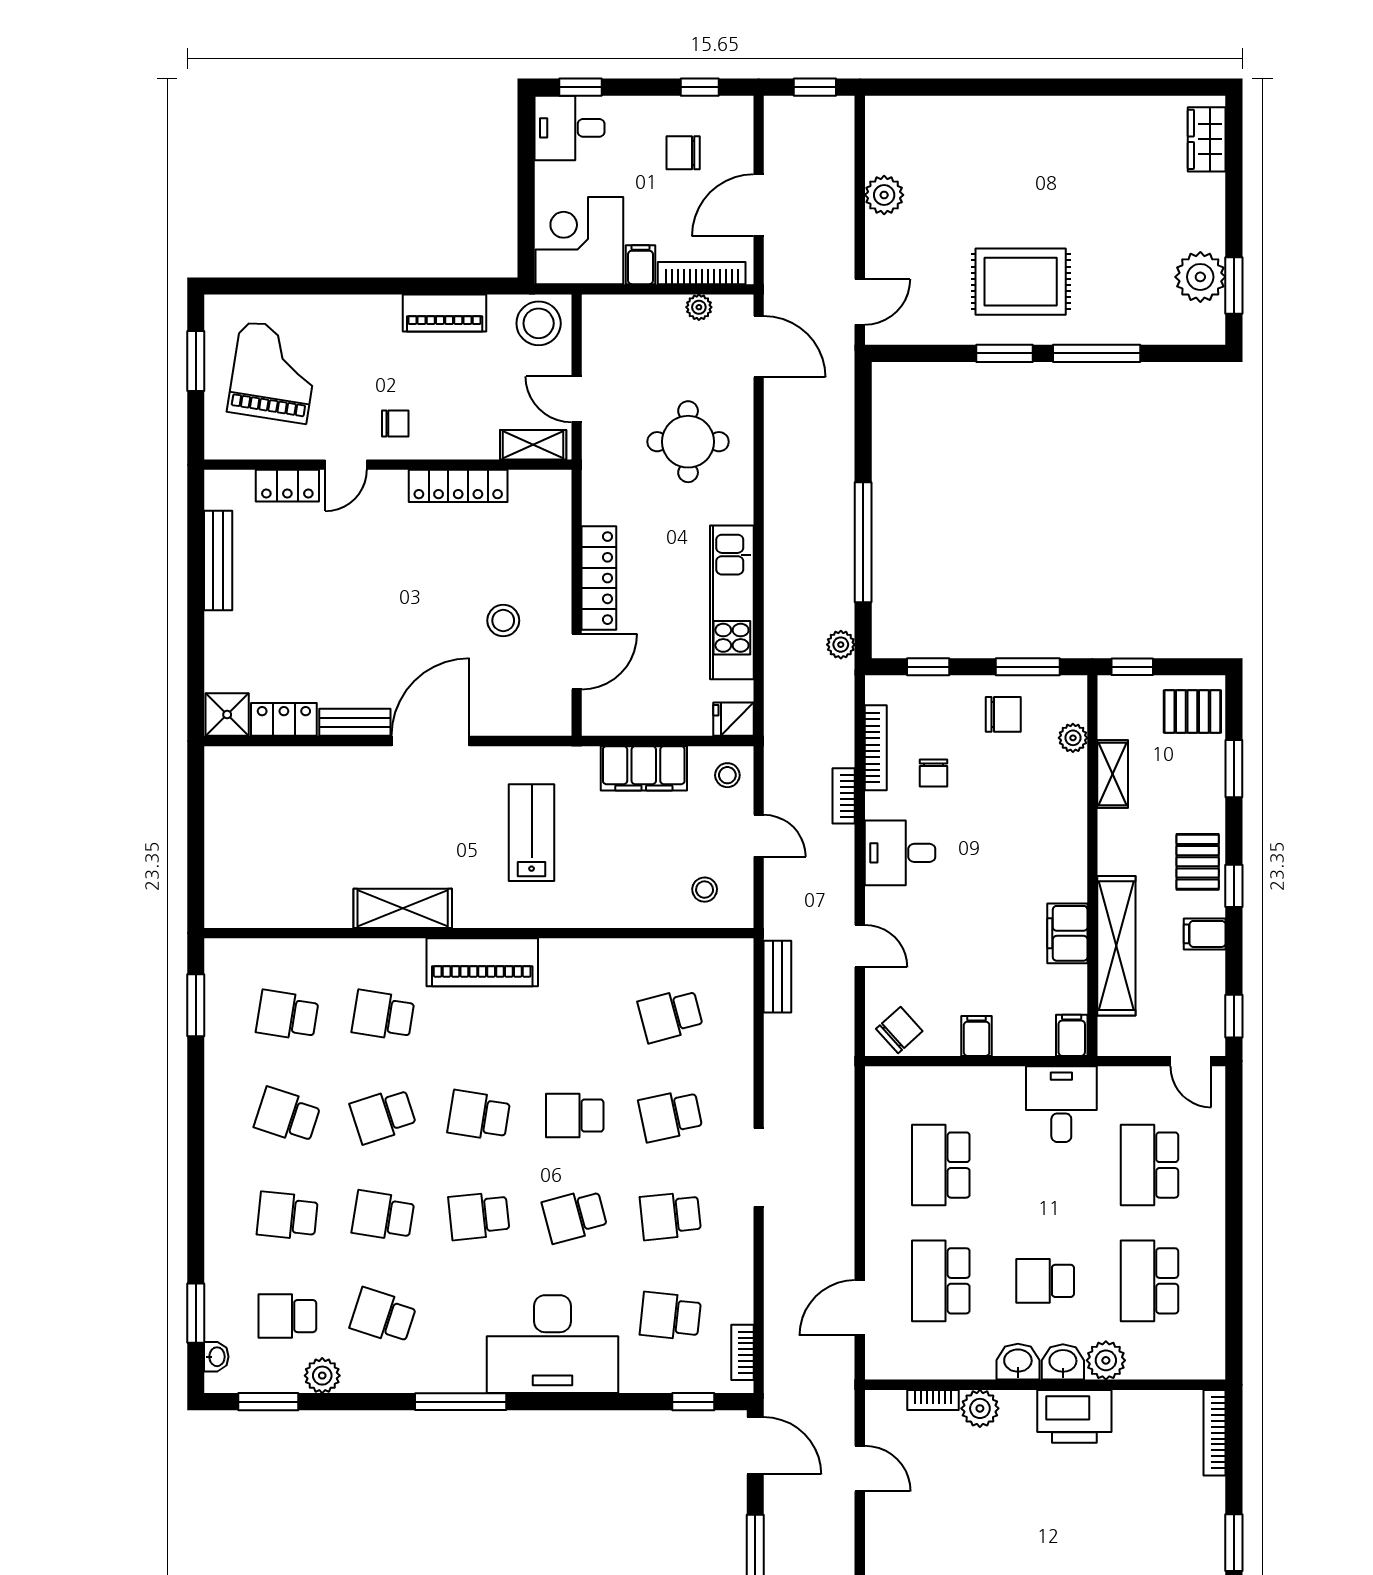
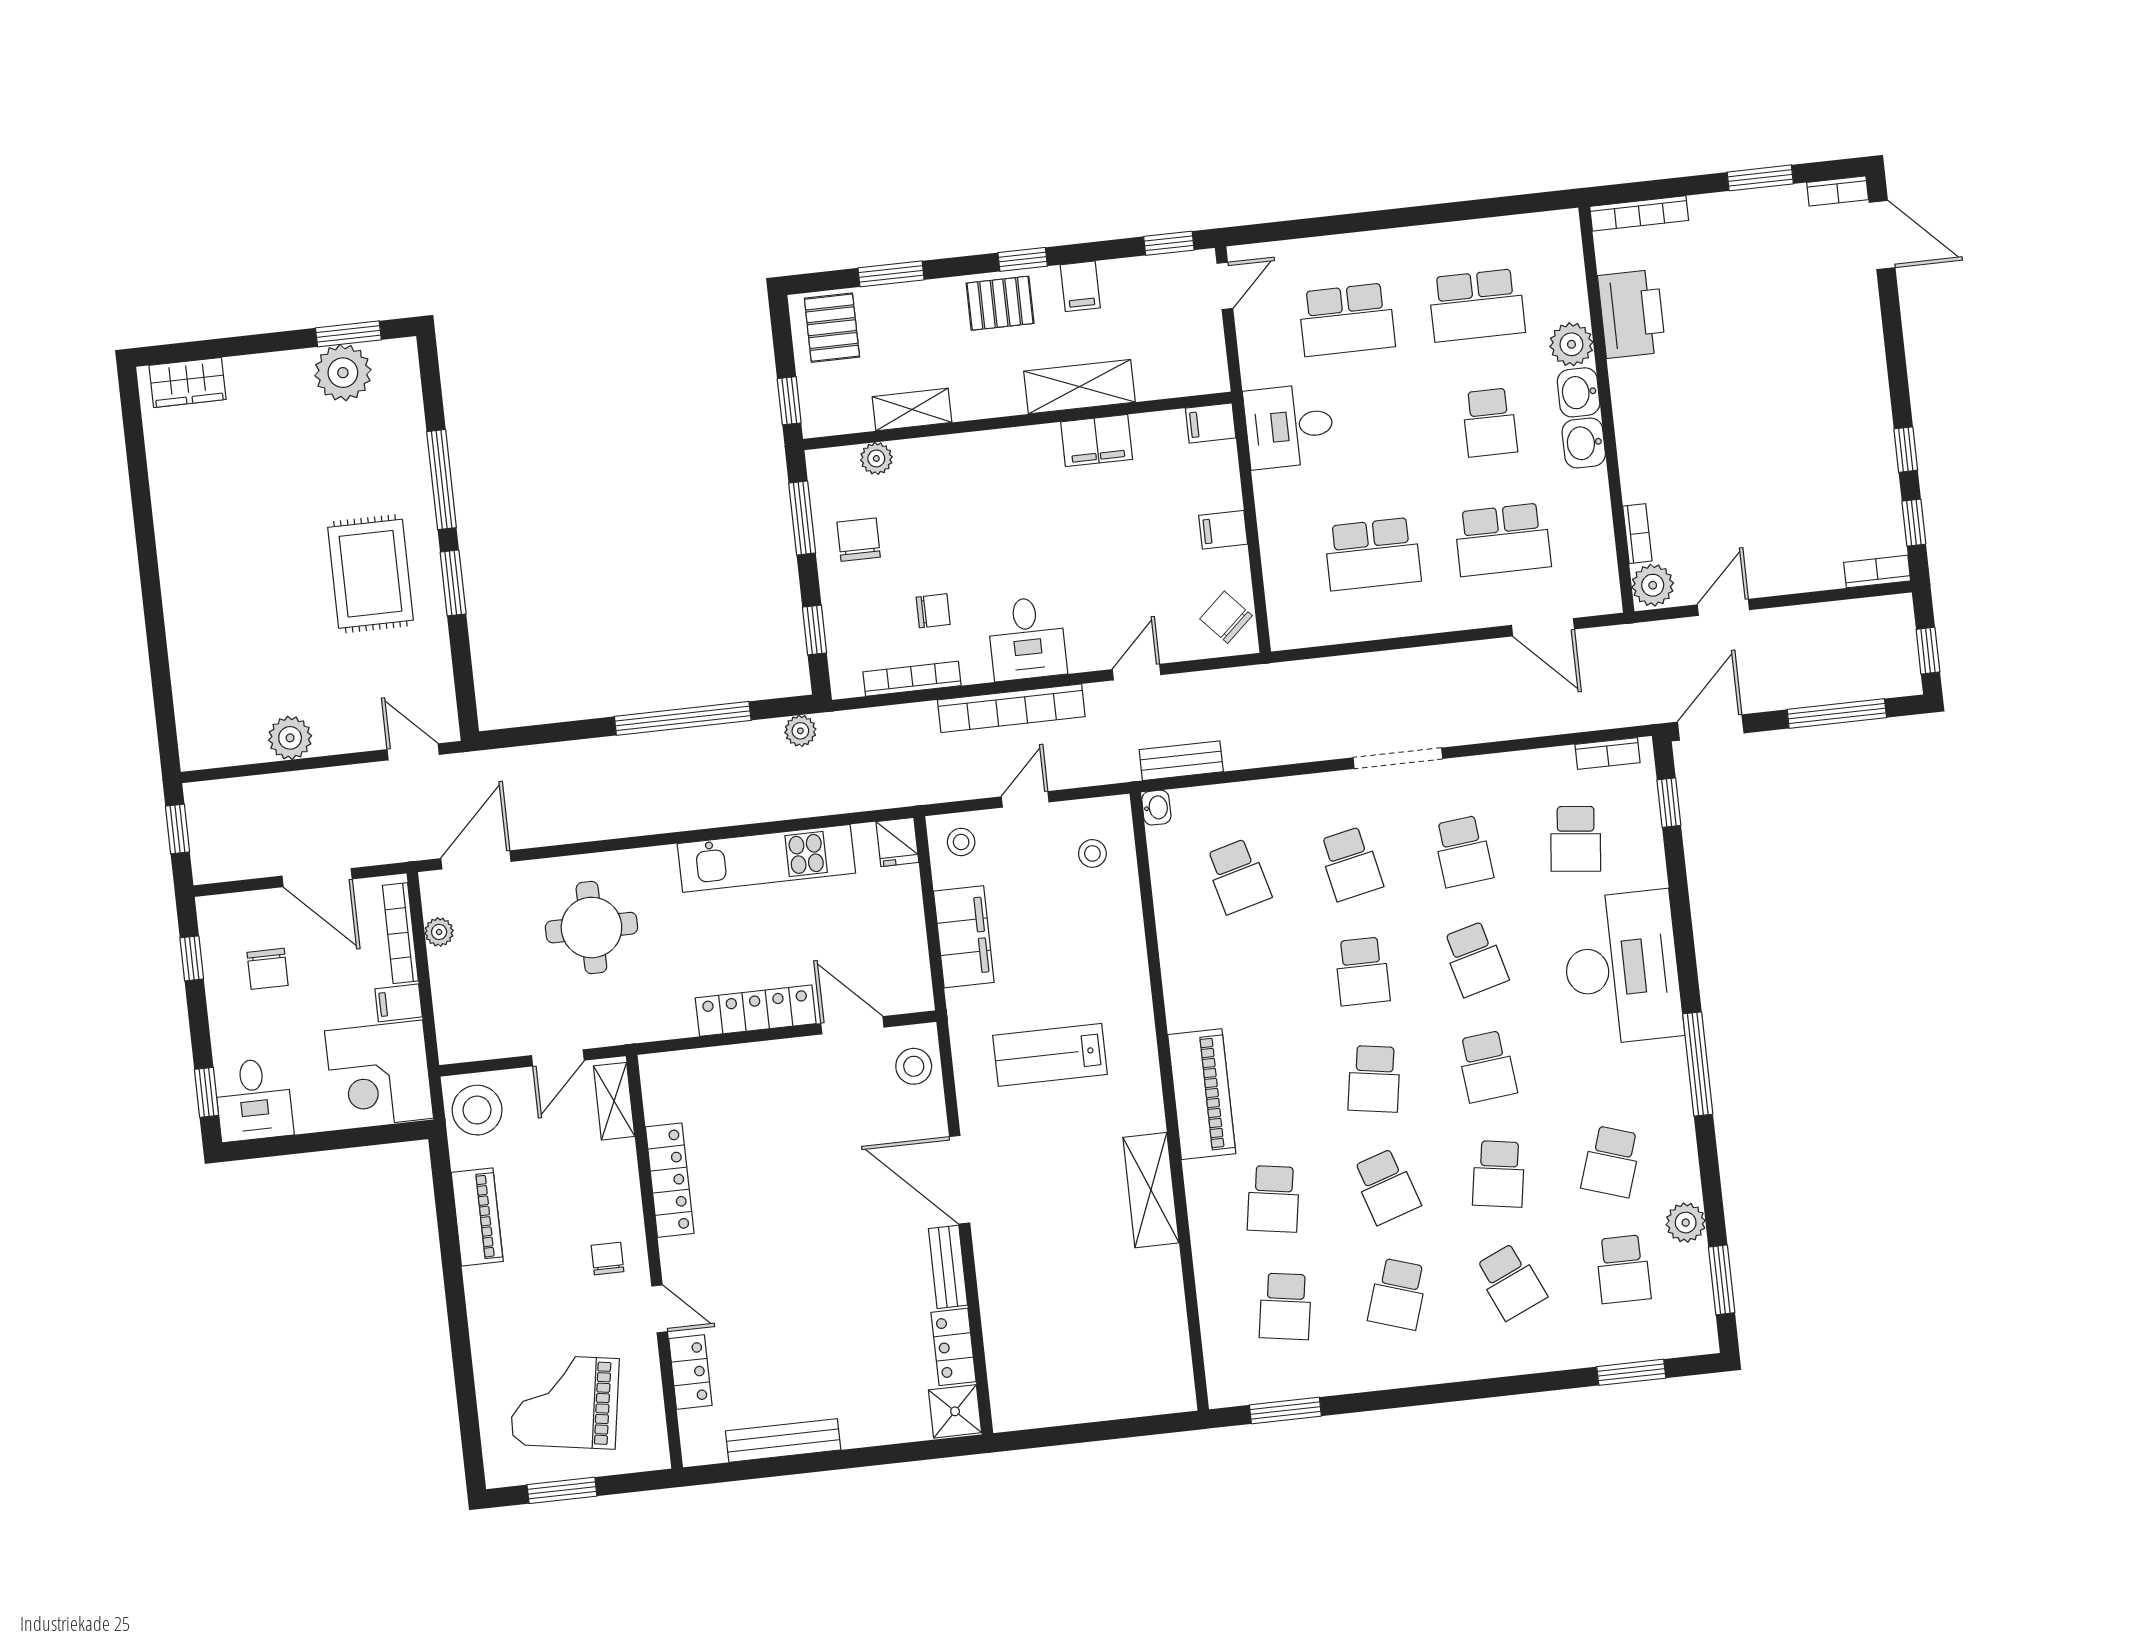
stool: (503, 621) -> (914, 1066), moved
bookcase: (844, 796) -> (1011, 708), width x2.31, depth x1.31
shelving: (1116, 946) -> (1079, 387), width x0.68
school desk: (287, 1216) -> (1511, 1282), turned -30
washbasin: (216, 1357) -> (1156, 808), moved, turned 90
plant: (980, 1408) -> (1653, 585), moved
printer: (1074, 1416) -> (1632, 314), moved

